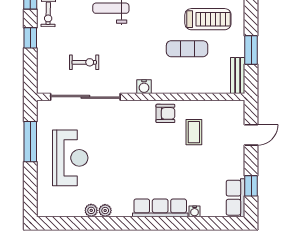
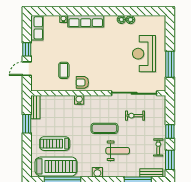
exercise mat: (187, 49) -> (104, 128), moved
water cooler: (144, 87) -> (79, 100), moved
window: (251, 186) -> (27, 49), moved

